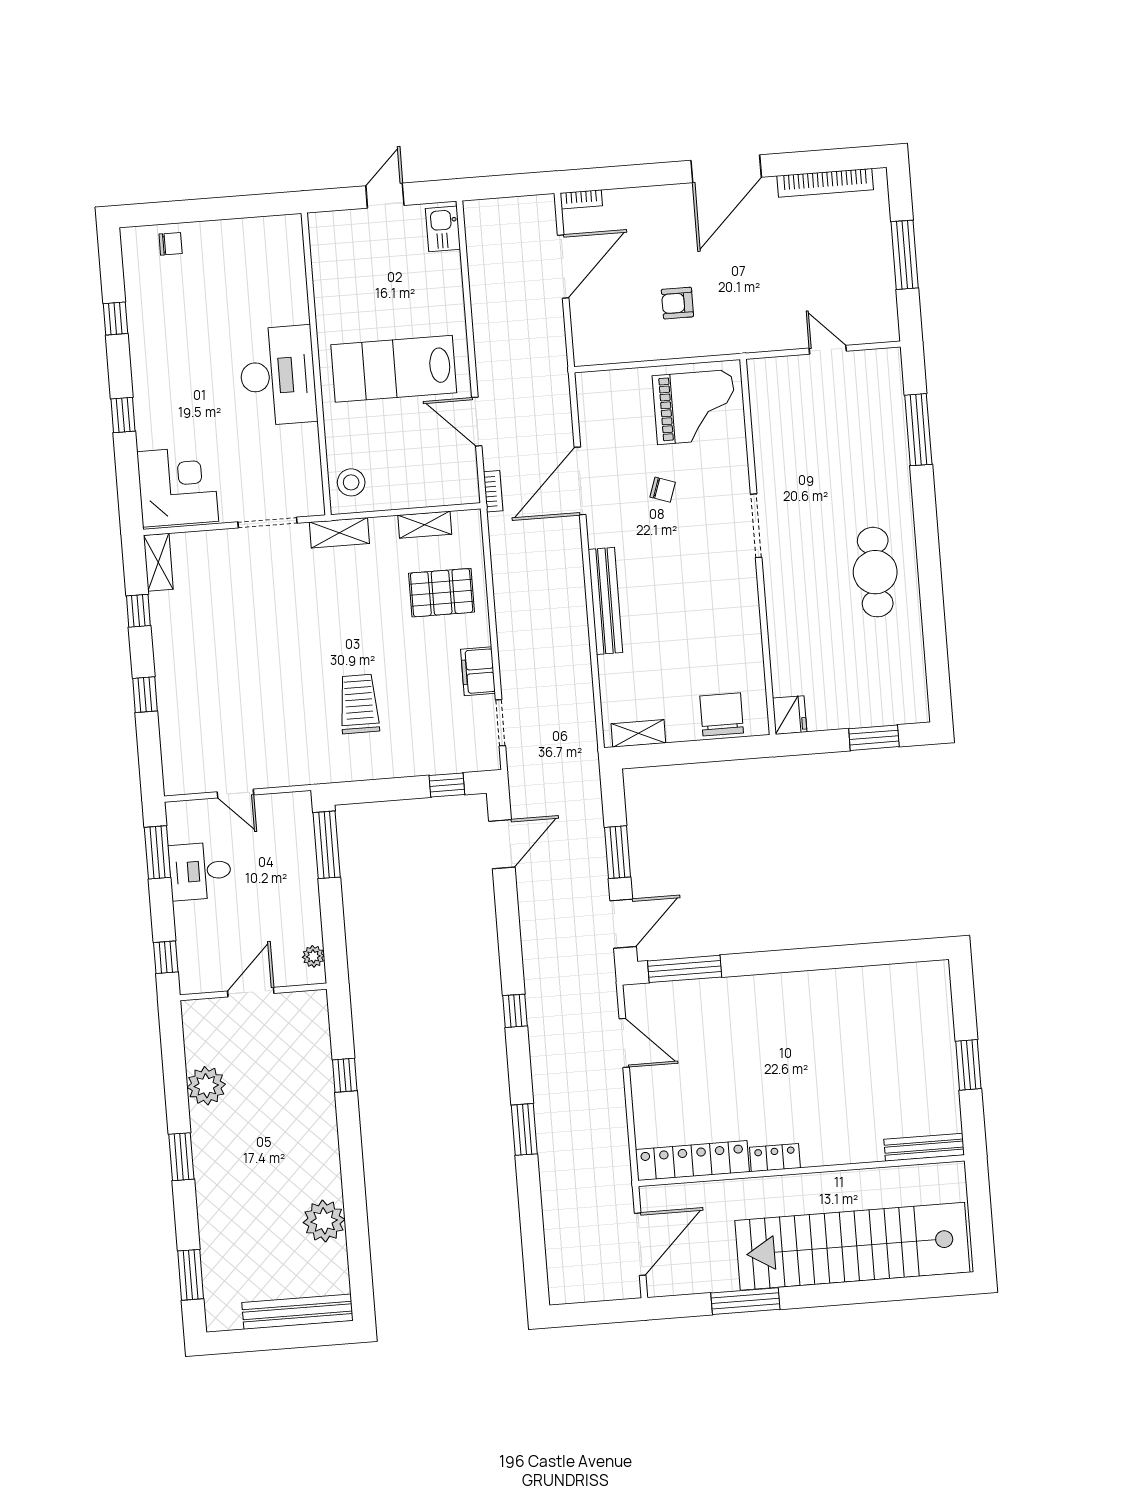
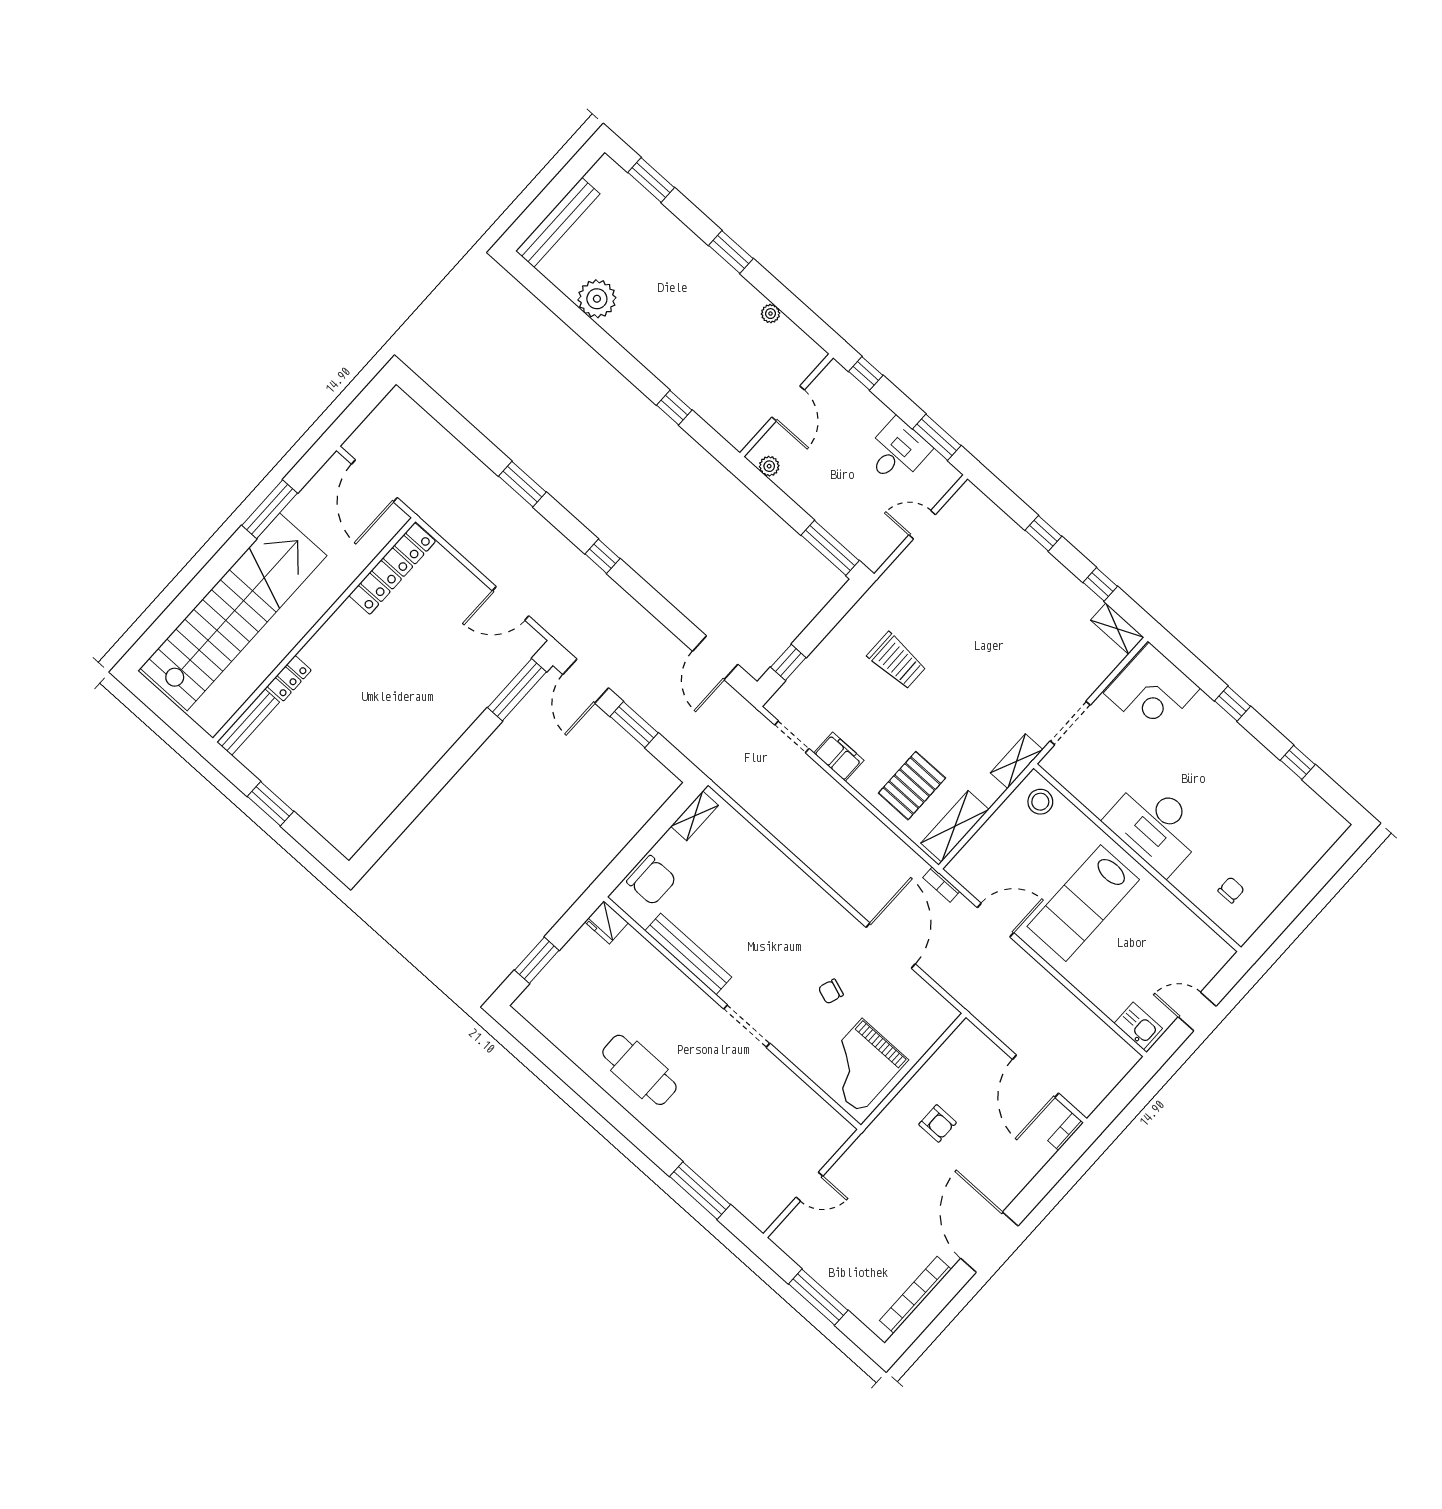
door: (385, 196) -> (1197, 1012), swing flipped
chair: (171, 244) -> (1231, 890), moved, turned 180
armchair: (677, 303) -> (938, 1123), turned 90
lab bench: (394, 369) -> (1083, 903), turned 180
shelving: (425, 525) -> (955, 826), width x1.50, depth x1.33
bench: (605, 601) -> (688, 954), moved
plant: (206, 1086) -> (770, 314), width x0.53, depth x0.53
locker: (775, 1158) -> (289, 678), moved

